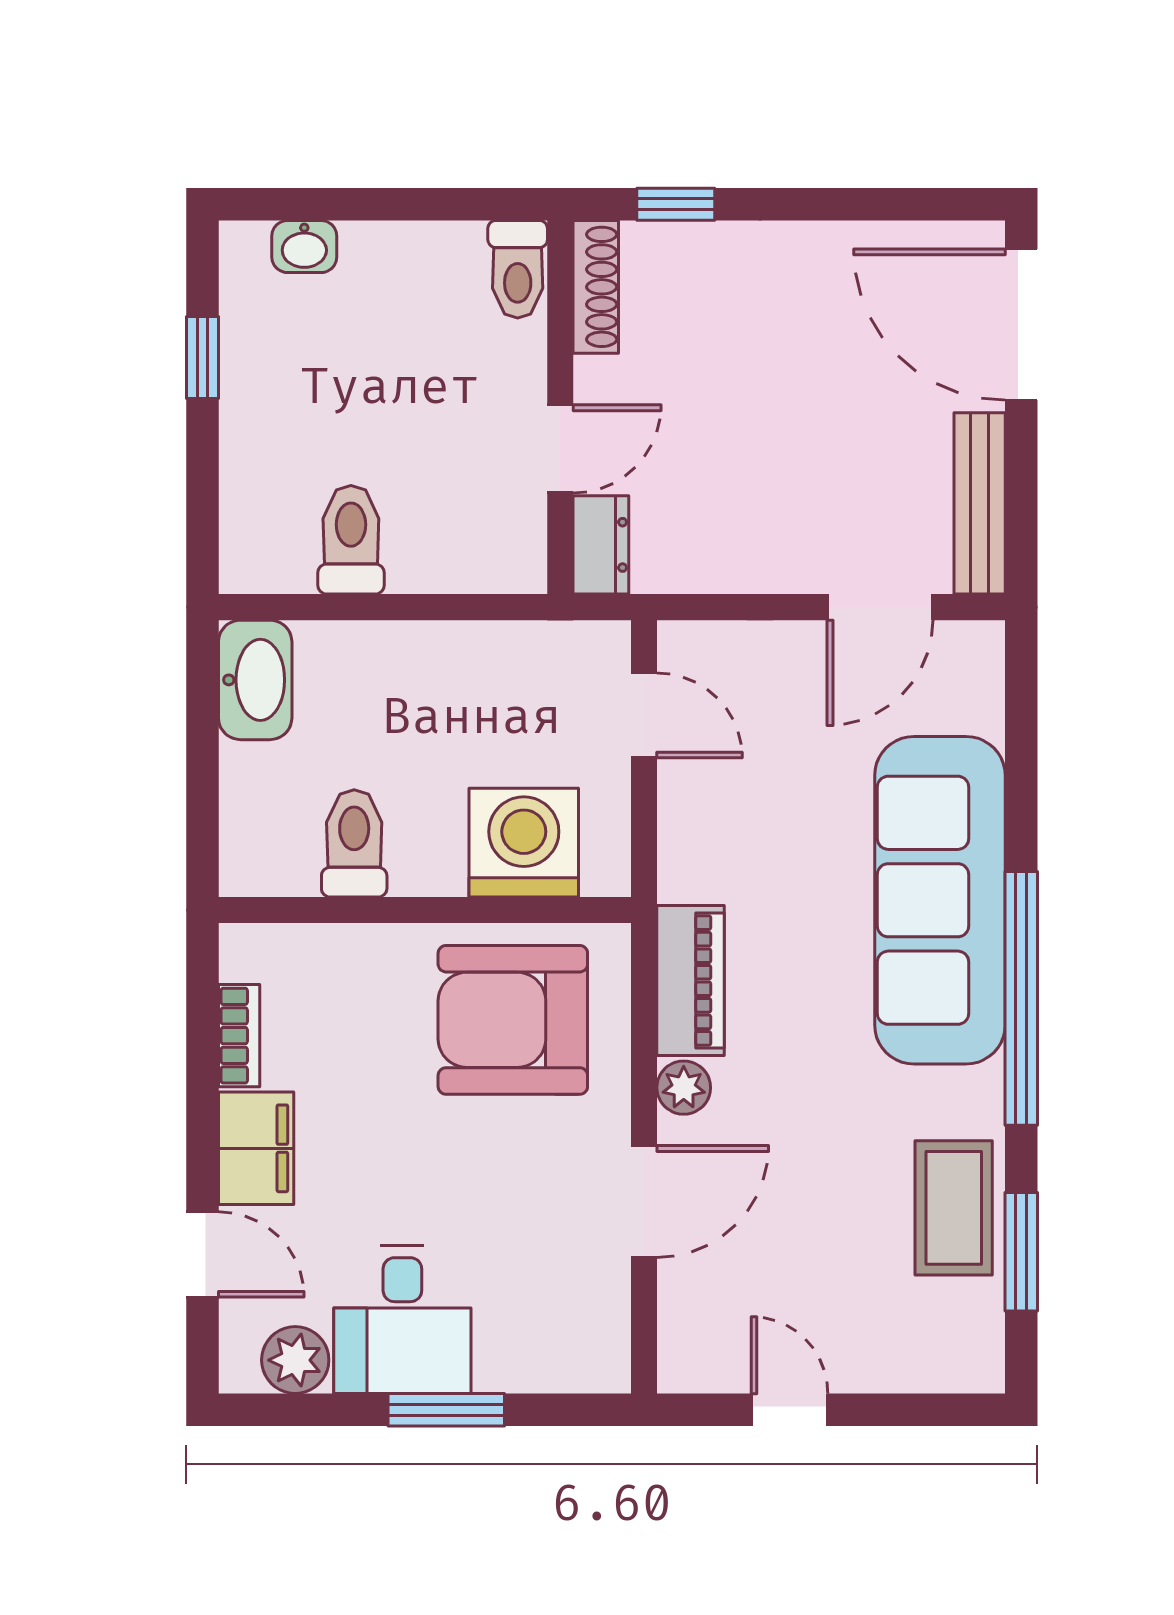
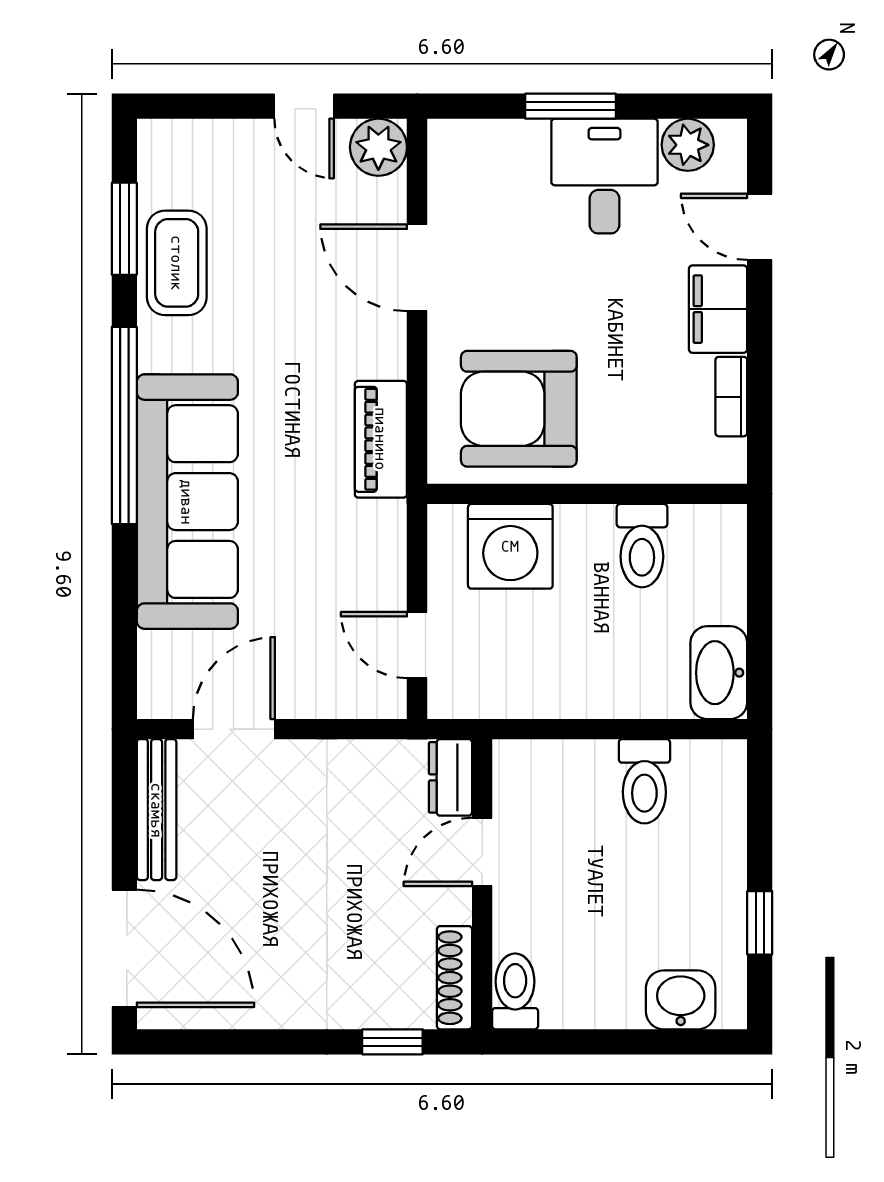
washbasin: (304, 247) -> (681, 1000), width x1.38, depth x1.45
armchair: (513, 1020) -> (519, 409), turned 180
plant: (684, 1088) -> (378, 147), moved, width x1.38, depth x1.38
door: (644, 1201) -> (417, 268), hinge flipped

